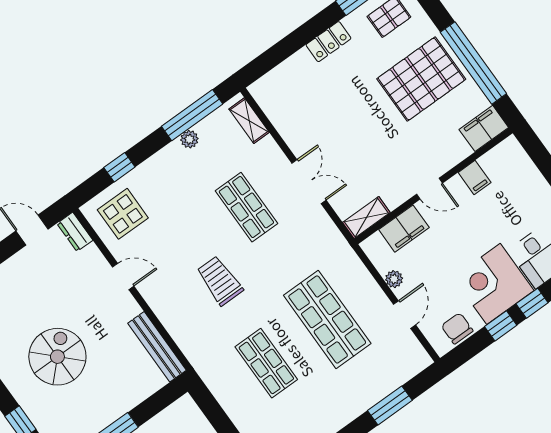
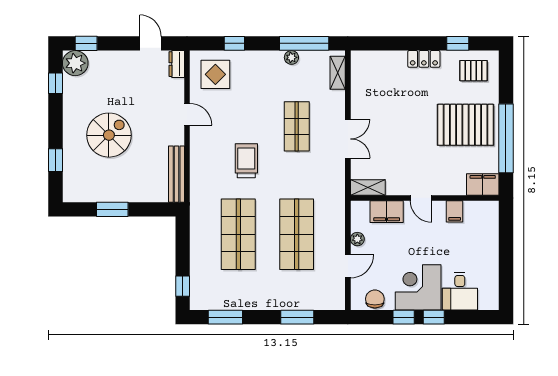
shop shelf: (266, 363) -> (238, 234), width x1.43, depth x1.36

